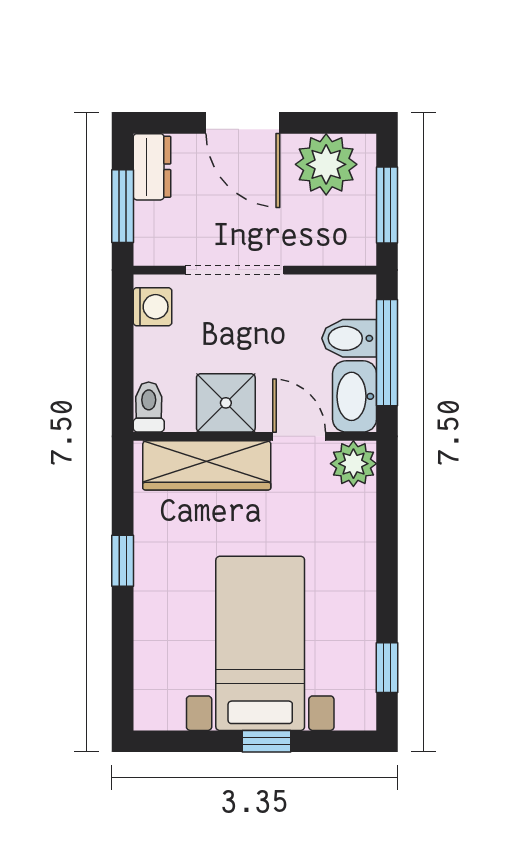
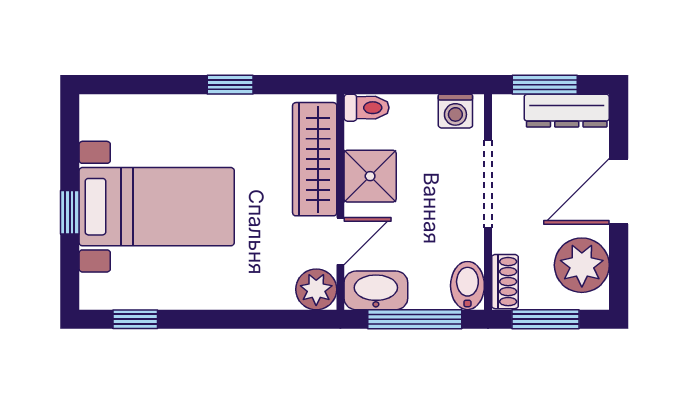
dresser: (152, 167) -> (567, 111), width x1.44
shoe rack: (345, 251) -> (505, 282), added
bidet: (349, 338) -> (467, 286), moved

